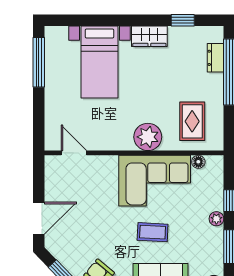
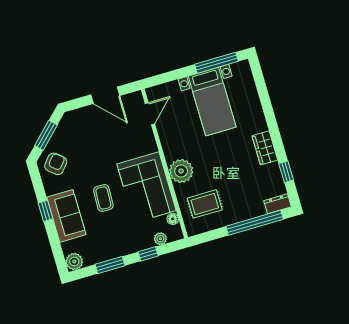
dresser: (216, 58) -> (277, 204), moved
bed with nightstands: (100, 62) -> (212, 102), moved, turned -90
door: (39, 218) -> (105, 95), moved
plant: (216, 219) -> (160, 239), moved

